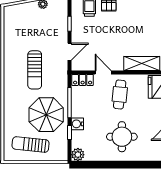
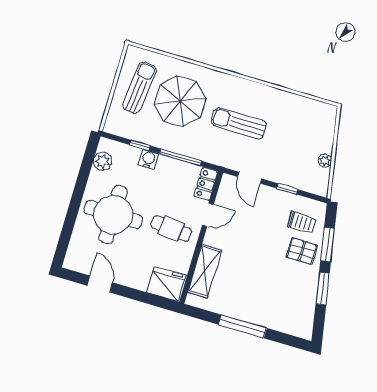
parasol: (46, 115) -> (180, 101), moved
round table: (122, 137) -> (113, 215), width x1.36, depth x1.36
plant: (78, 155) -> (103, 161), moved

